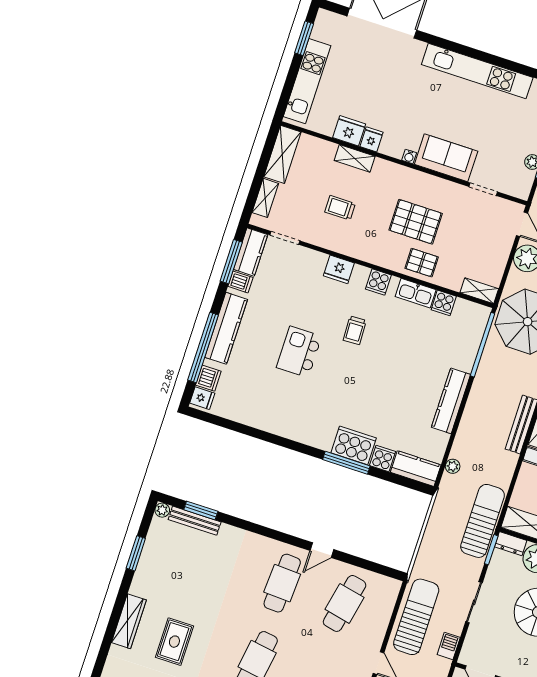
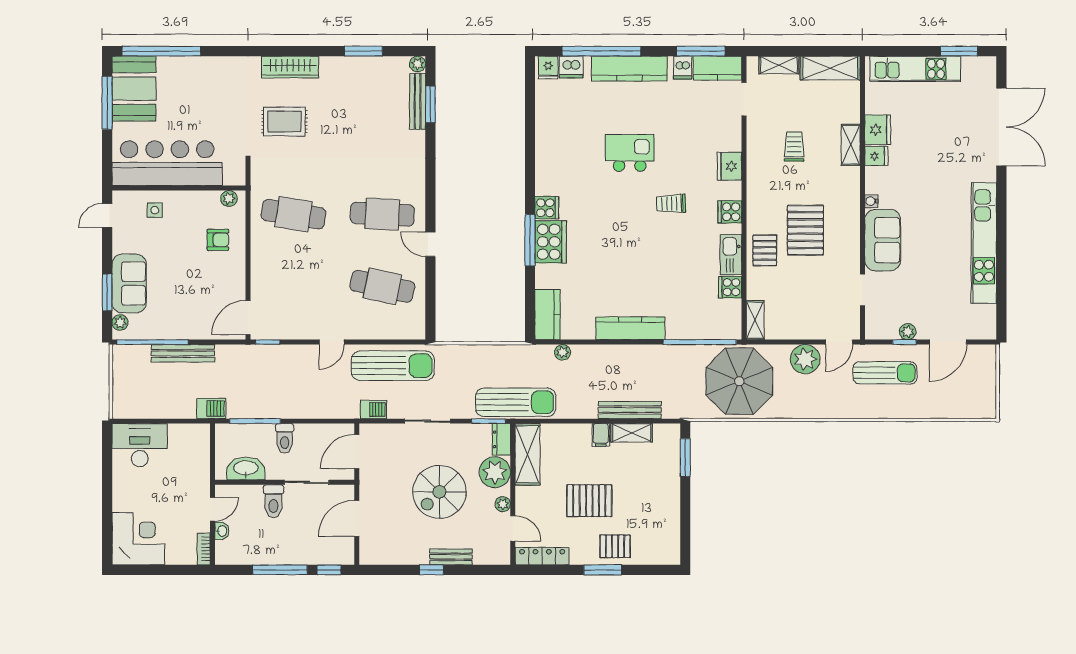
cooker: (383, 458) -> (547, 208), moved

